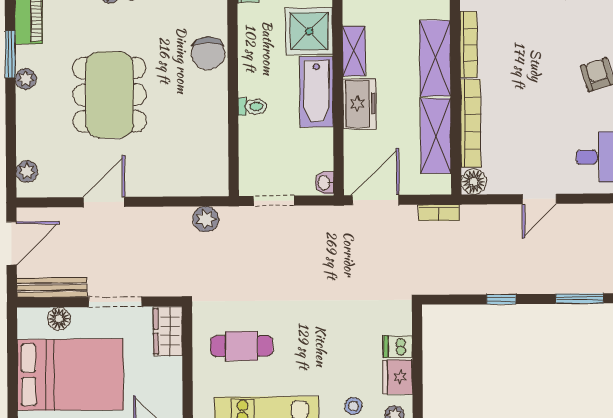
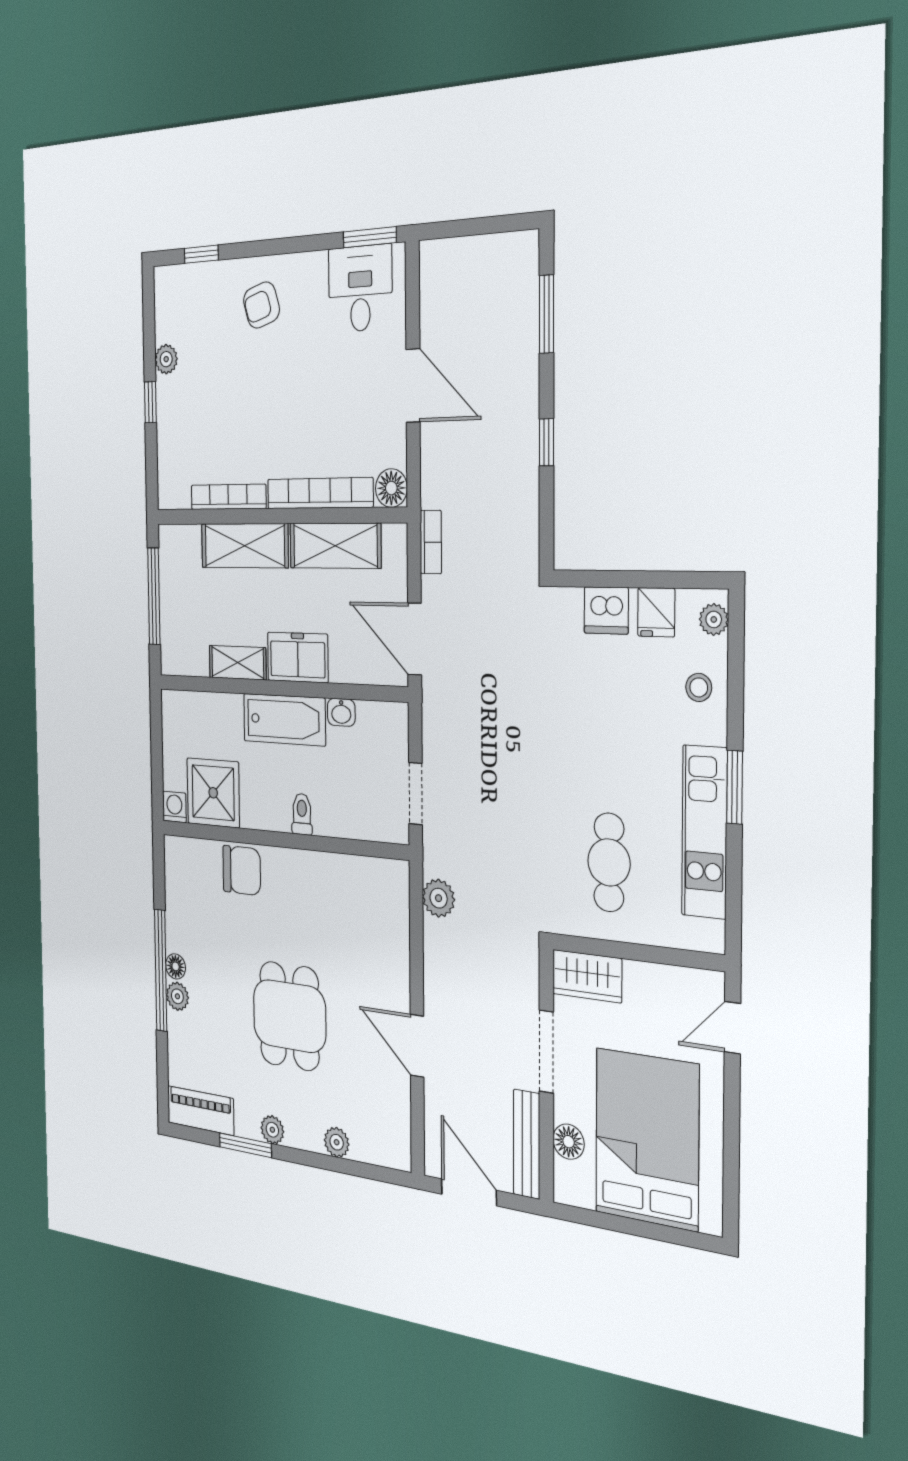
shower: (309, 31) -> (213, 793), moved
dining table: (110, 95) -> (289, 1016), width x0.73
plant: (27, 172) -> (337, 1142), moved
washbasin: (324, 183) -> (341, 712), moved
door: (539, 199) -> (413, 386), width x1.38
dishwasher: (398, 347) -> (606, 610), width x1.38
fridge: (398, 377) -> (656, 612), width x0.72

